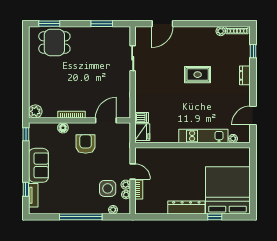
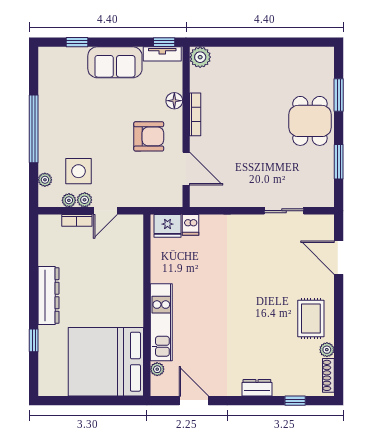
window: (49, 24) -> (339, 95), moved
dining table: (54, 43) -> (310, 121), moved
rug: (198, 75) -> (311, 319), moved
bed: (228, 190) -> (106, 362), moved, turned 180
tv unit: (33, 195) -> (162, 54), moved

